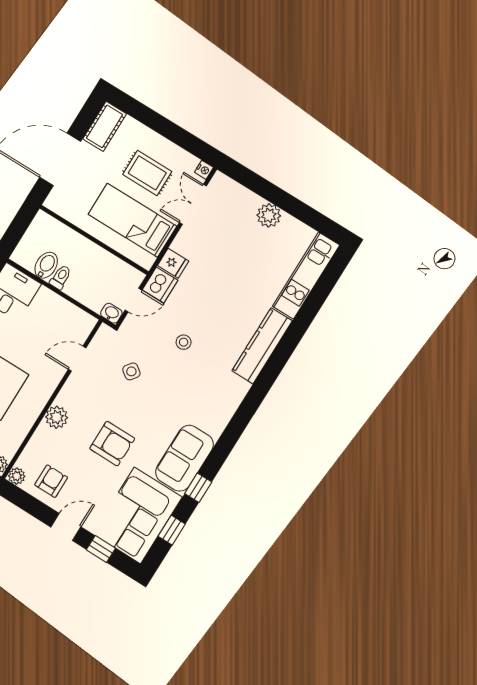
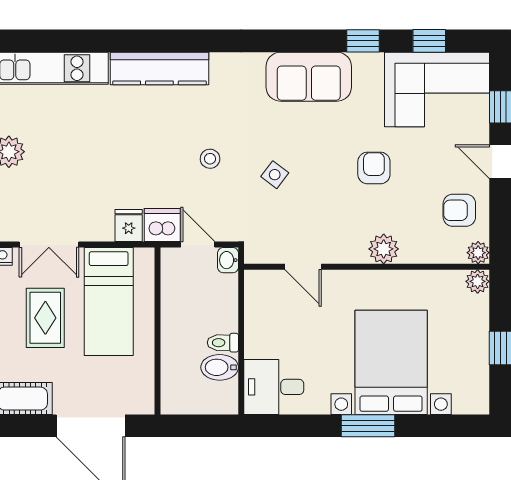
side table: (131, 371) -> (275, 175), moved
armchair: (112, 444) -> (374, 168), width x0.72, depth x0.72
sofa: (184, 458) -> (309, 77), moved

